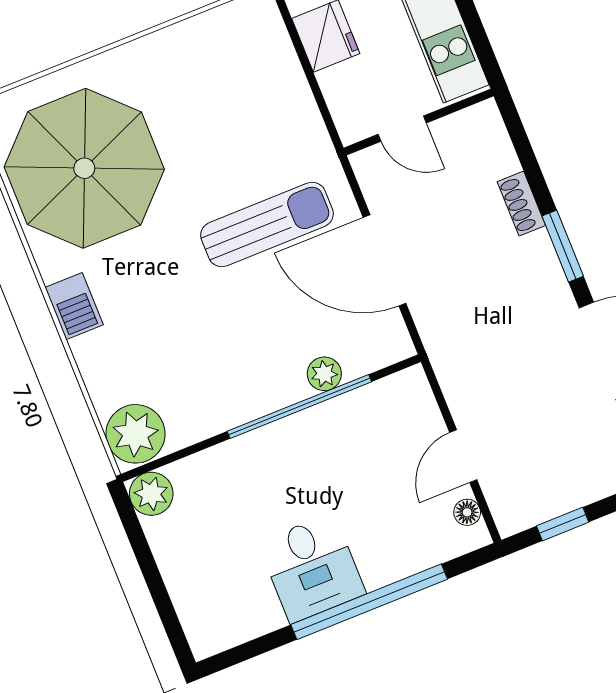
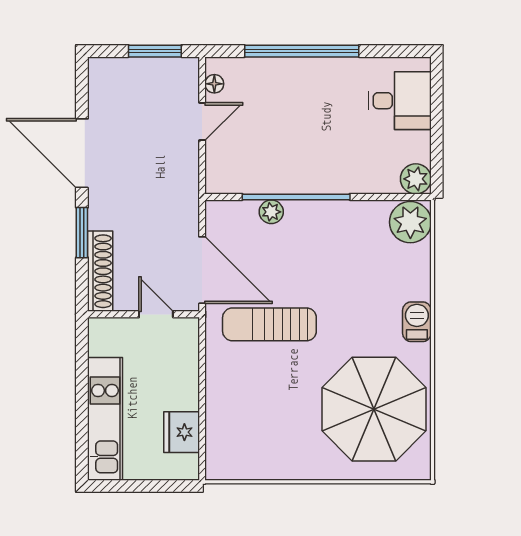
wall: (419, 122) -> (143, 314), moved
door: (402, 129) -> (156, 314), moved
shoe rack: (521, 204) -> (100, 271), width x1.94, depth x1.24
window: (563, 524) -> (155, 51), width x1.50
desk: (312, 568) -> (400, 101), moved, turned 90

